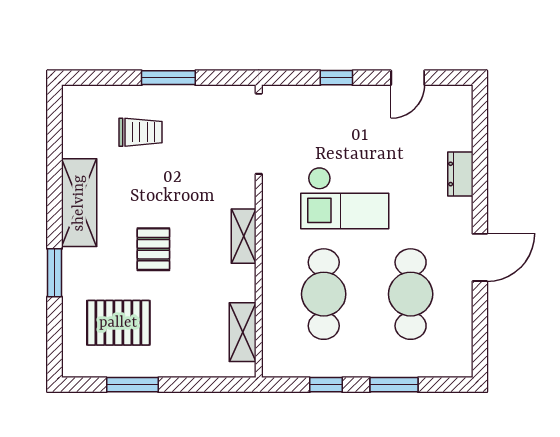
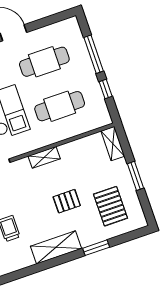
shelving: (243, 332) -> (113, 144), moved, turned 90
window: (132, 385) -> (136, 176), moved
window: (394, 385) -> (94, 54), width x1.44

